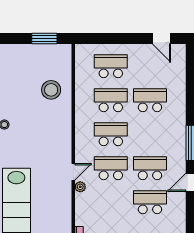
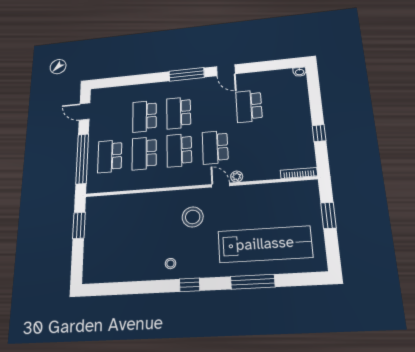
window: (111, 38) -> (82, 159), added
door: (162, 38) -> (85, 111), swing flipped
stool: (51, 90) -> (193, 217), moved
school desk: (150, 168) -> (179, 113), moved

